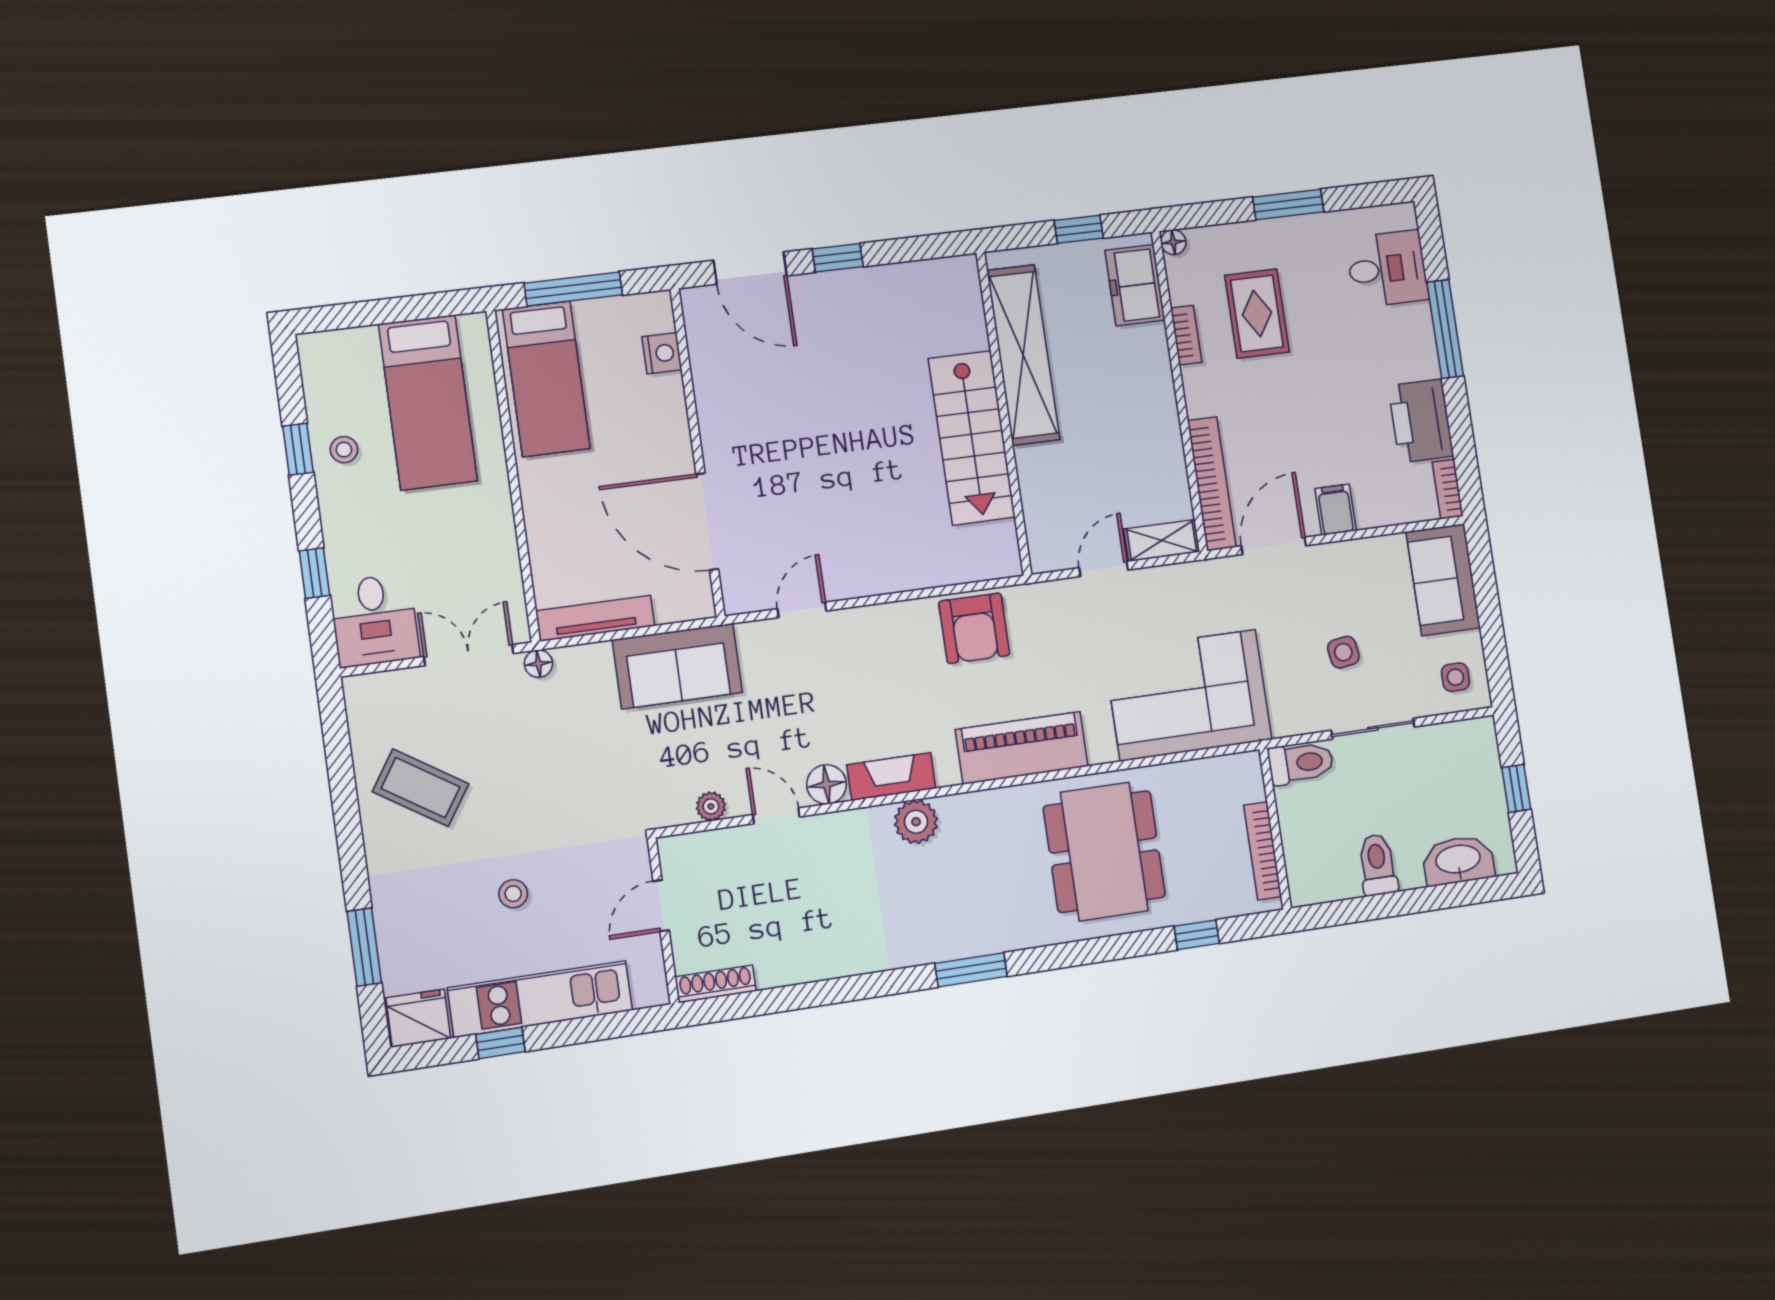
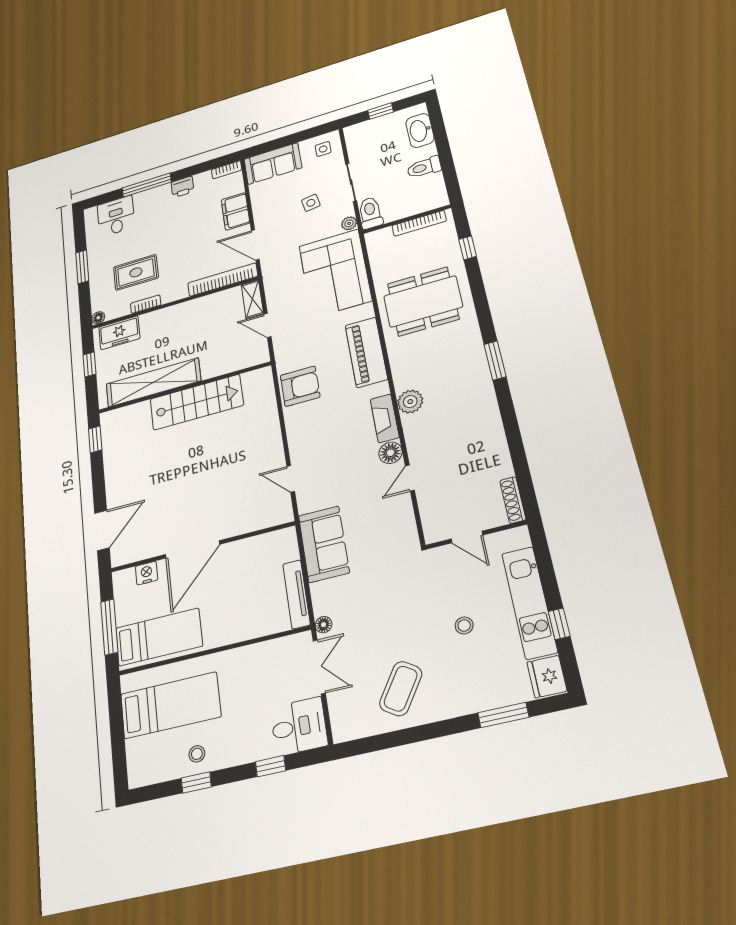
window: (838, 258) -> (95, 439), moved
printer: (1421, 421) -> (182, 187), width x0.53, depth x0.68
filing cabinet: (1336, 510) -> (235, 211), width x2.00
door: (707, 522) -> (192, 549), moved
double door: (469, 655) -> (319, 667), swing flipped
plant: (711, 806) -> (349, 223), moved

